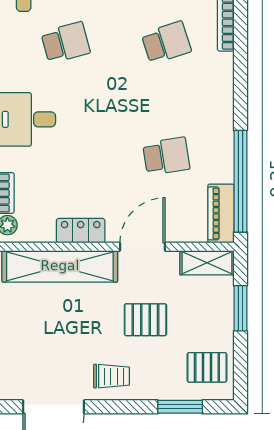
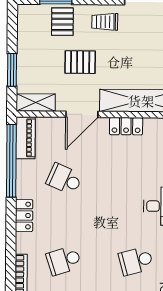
locker: (222, 105) -> (24, 215), added
school desk: (166, 156) -> (64, 179), turned 33
pallet: (207, 367) -> (62, 22), moved, turned 90

